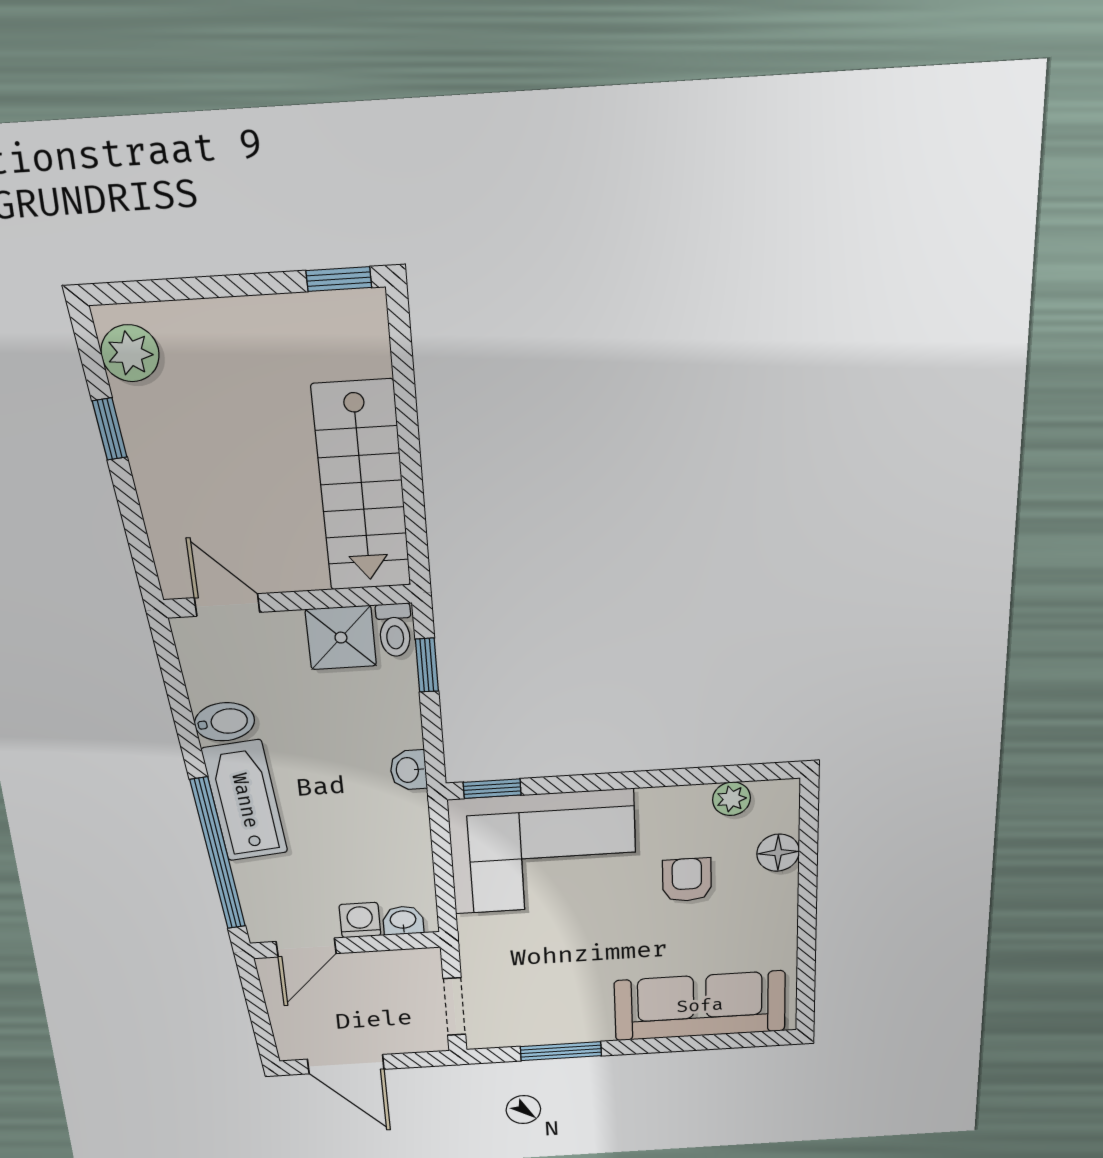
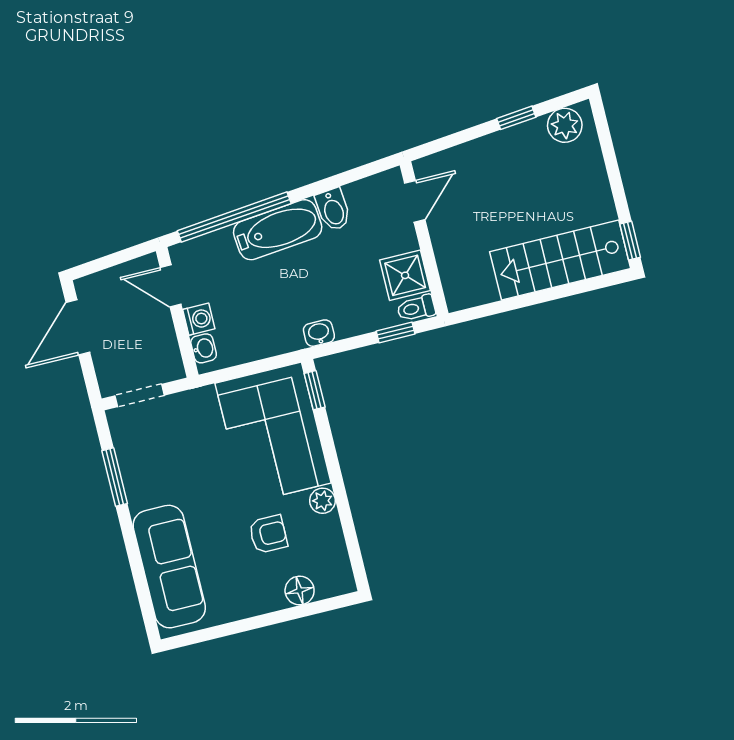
stairs: (362, 487) -> (560, 260), moved
plant: (731, 799) -> (322, 501), moved

